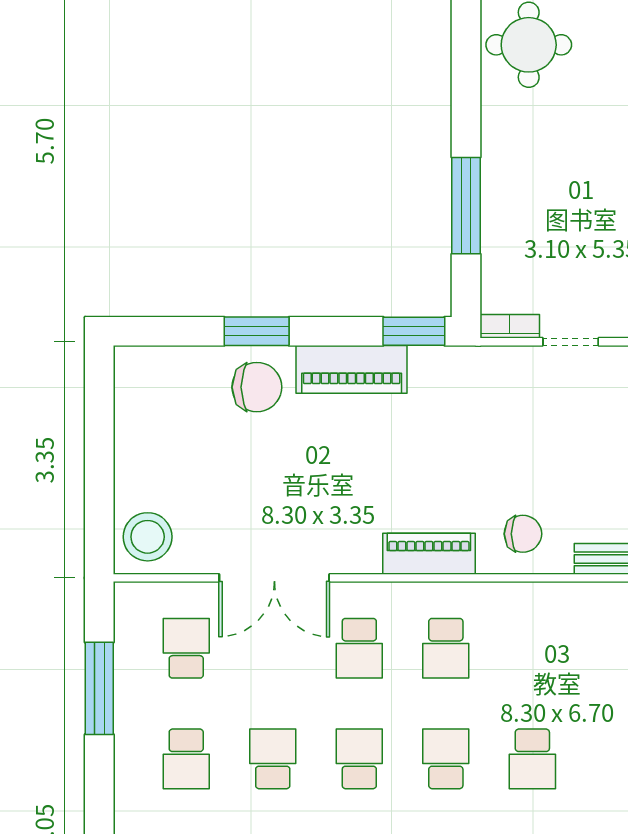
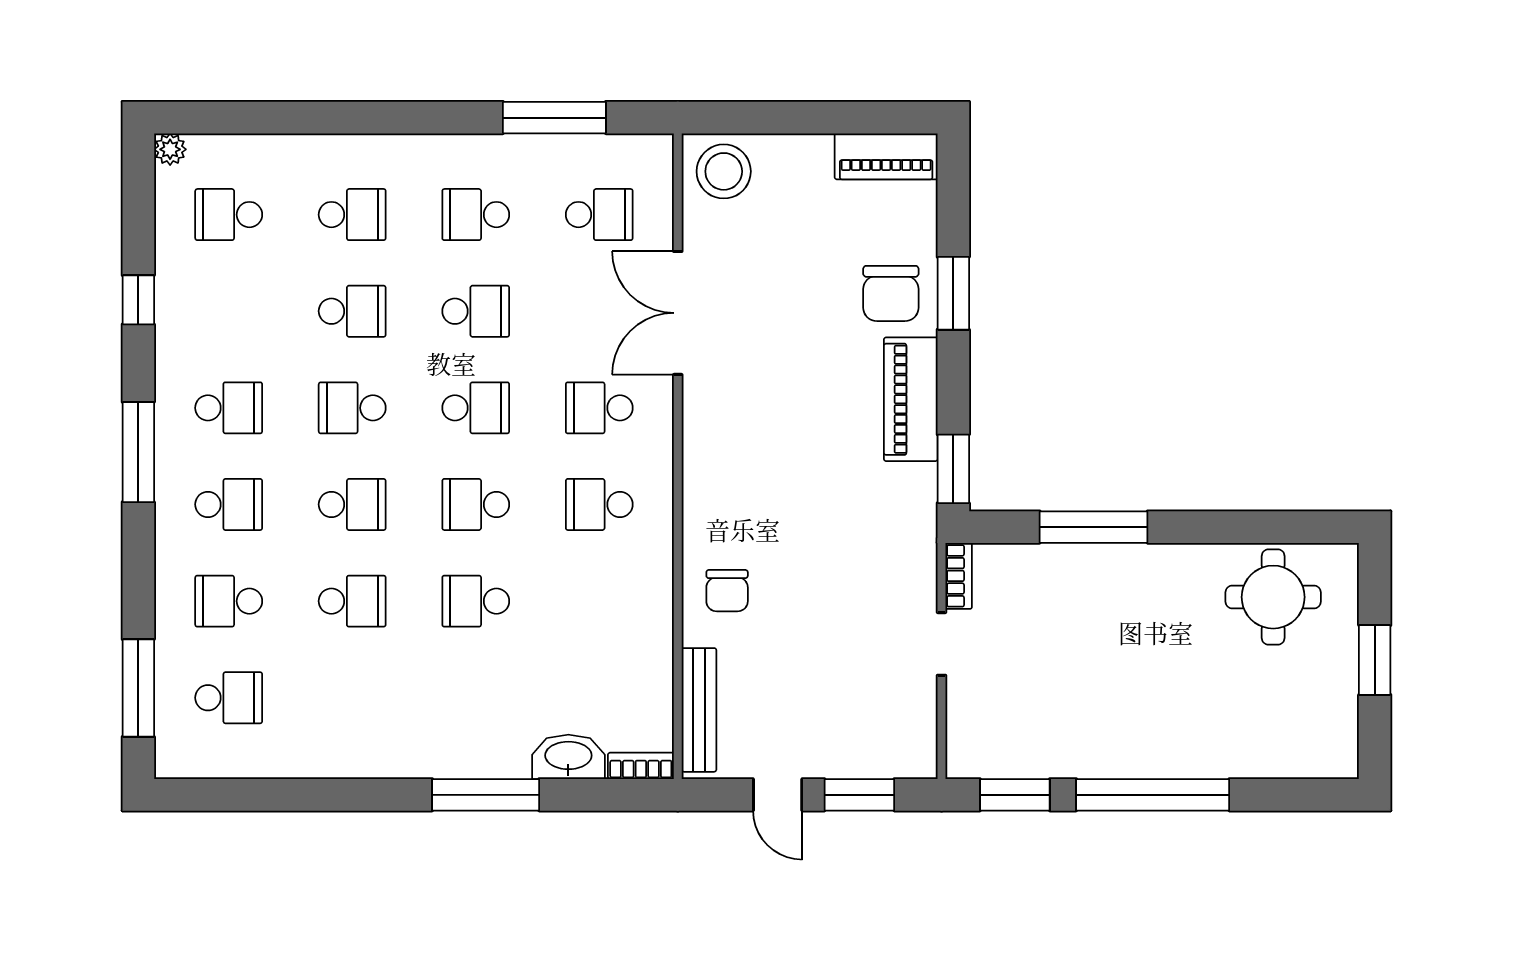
piano: (429, 554) -> (886, 156), moved, turned 90
school desk: (446, 759) -> (476, 504), turned 180

